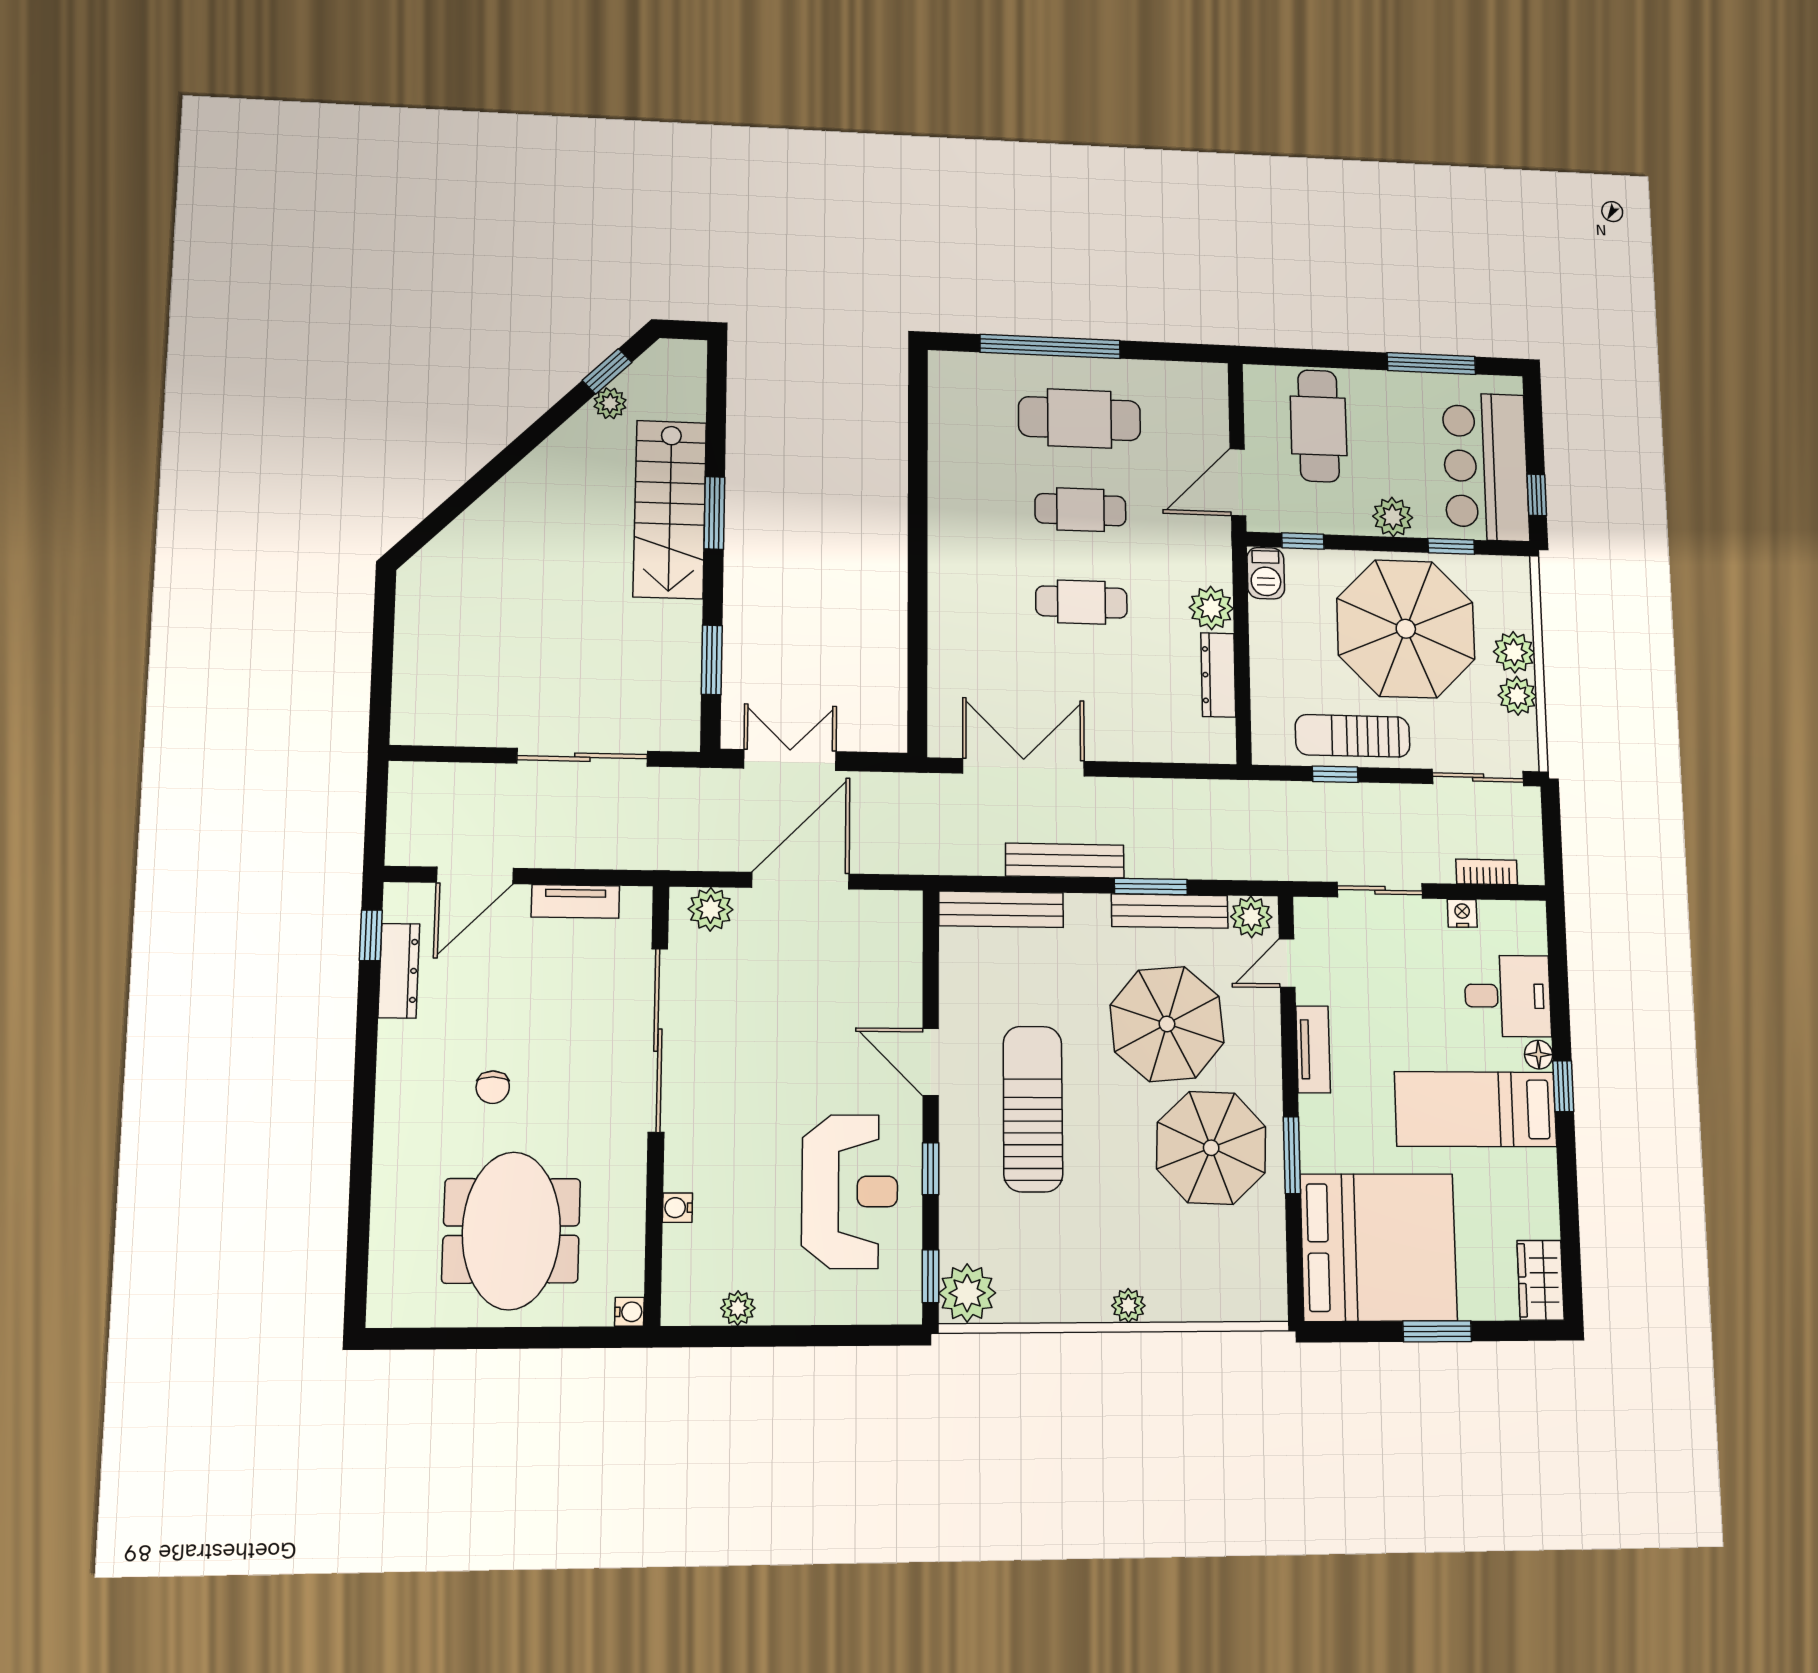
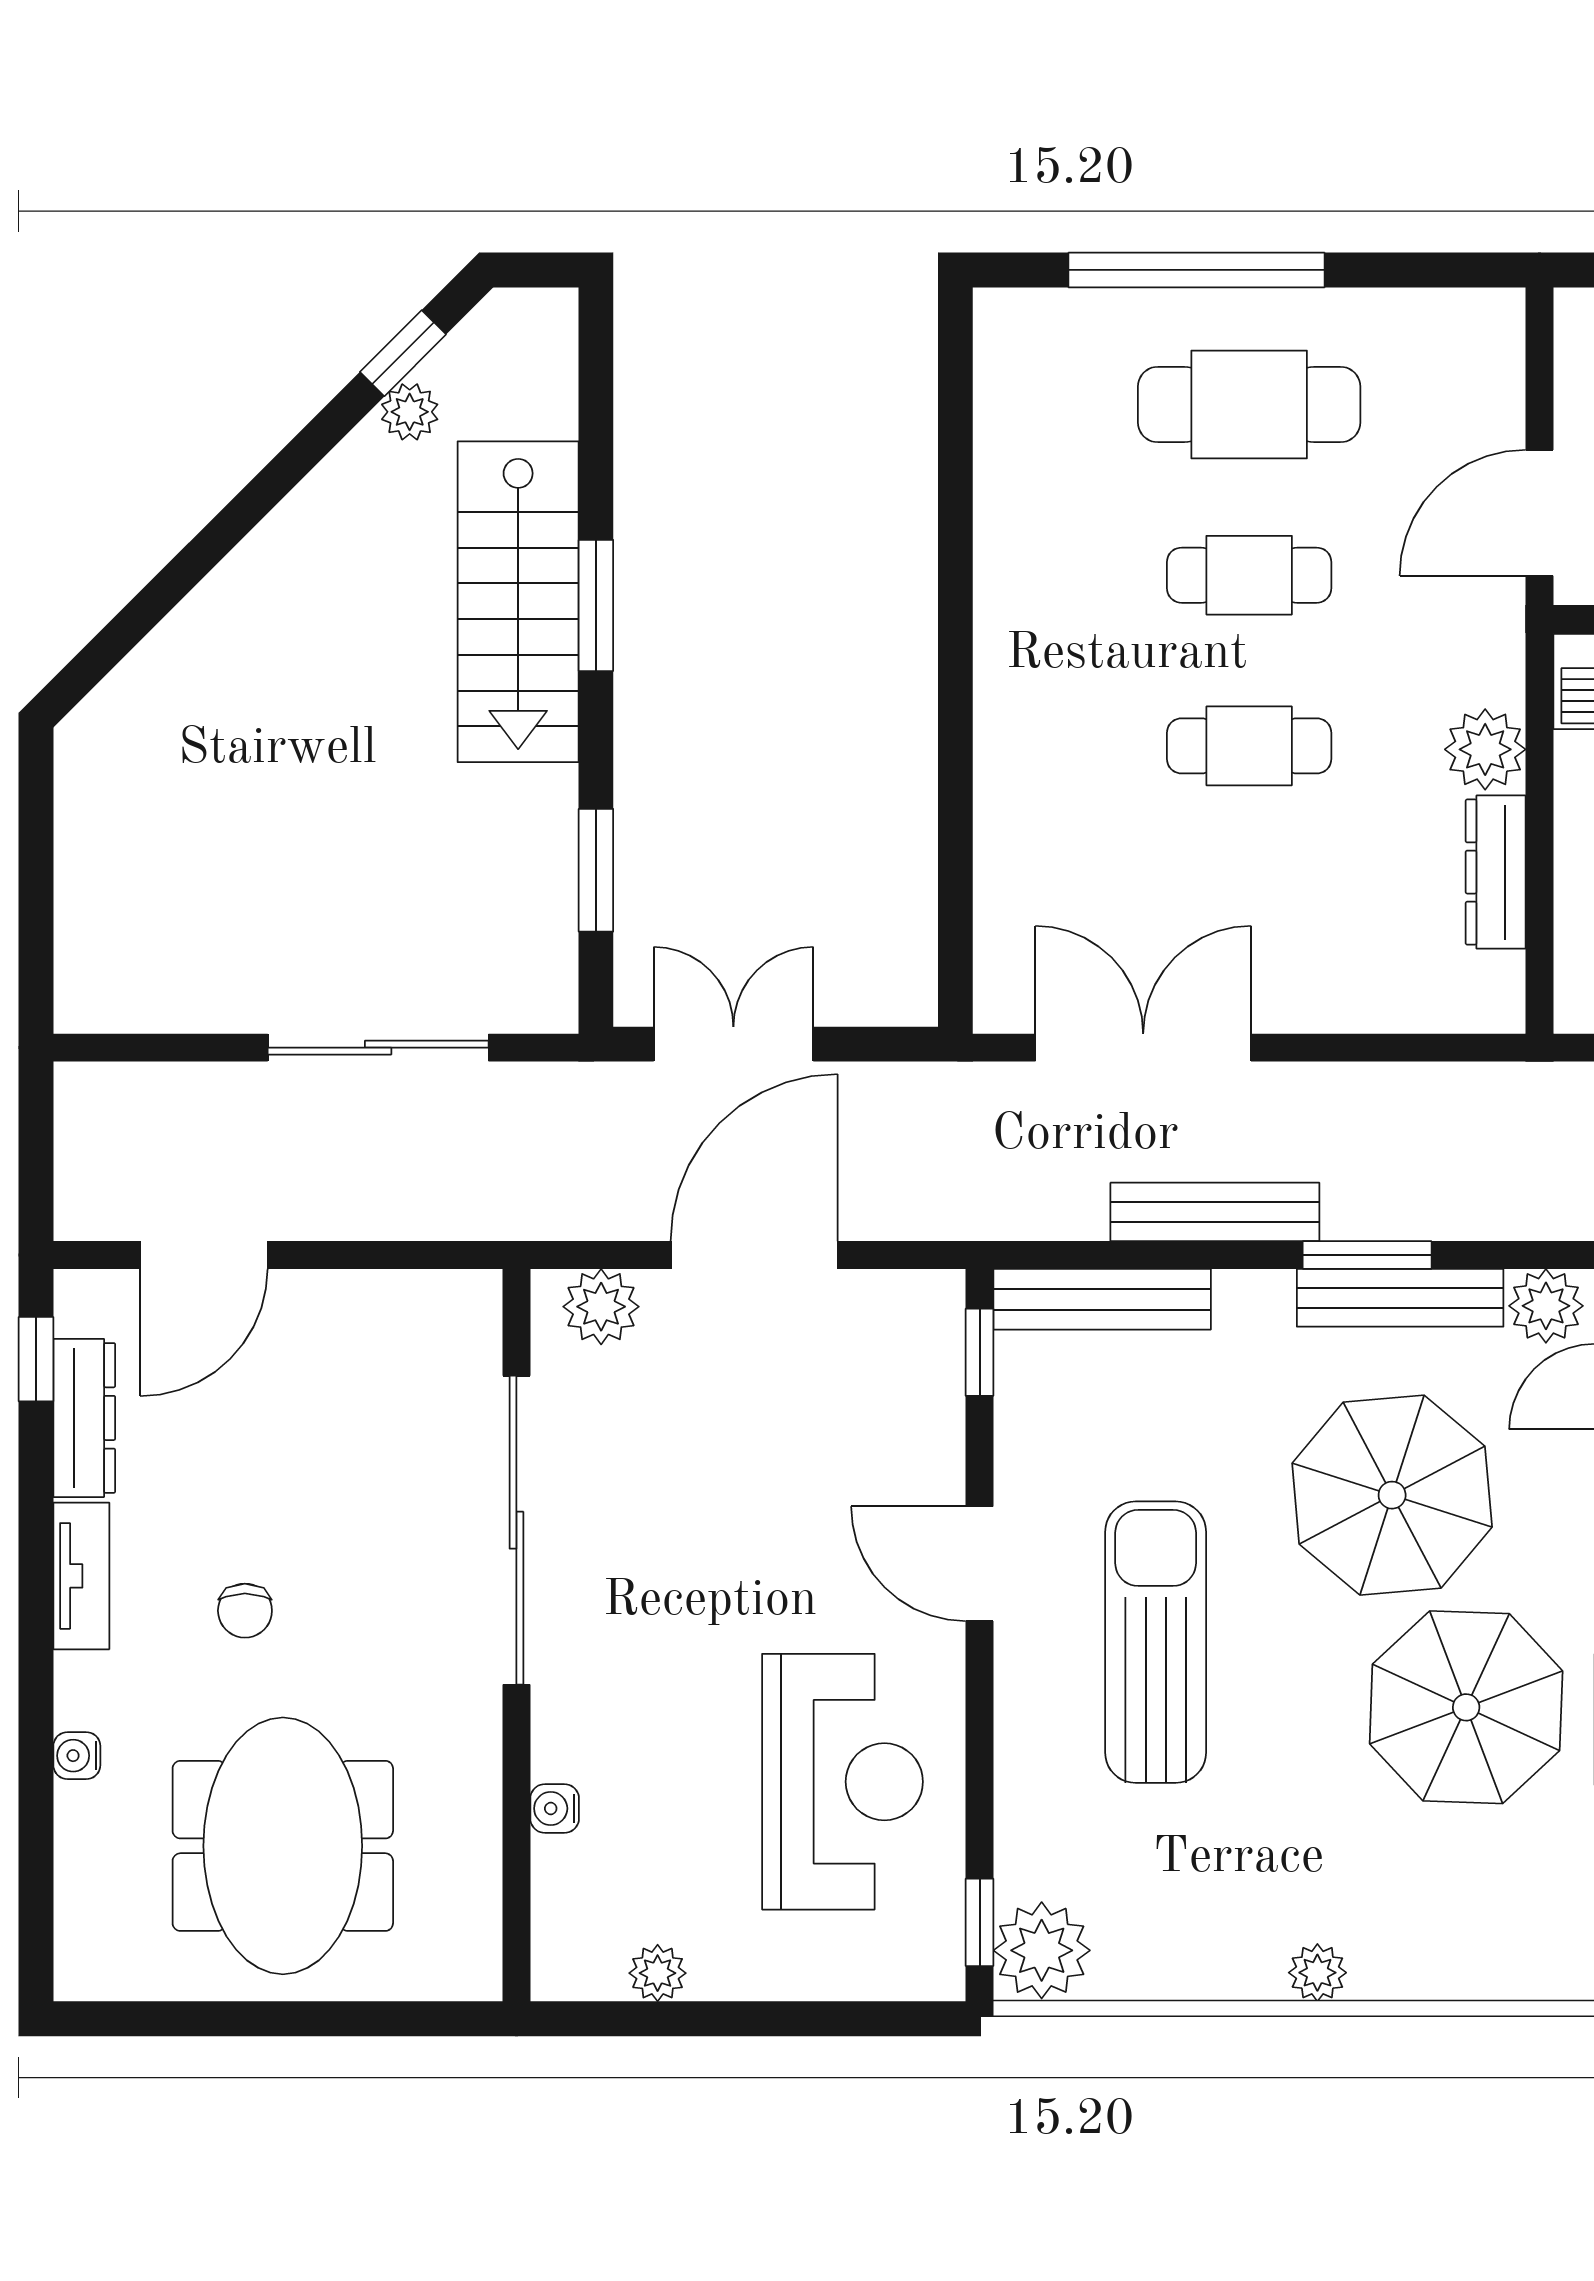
tv unit: (575, 901) -> (81, 1576), moved, turned -90
window: (931, 1169) -> (980, 1352), moved
water cooler: (629, 1312) -> (77, 1756), moved, turned 180

